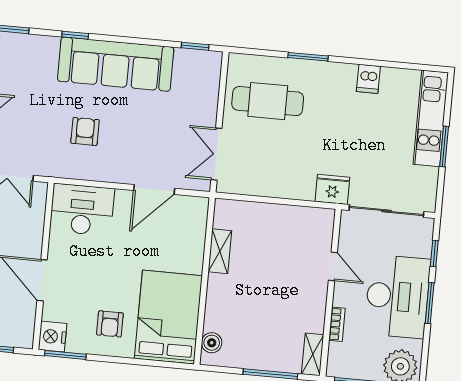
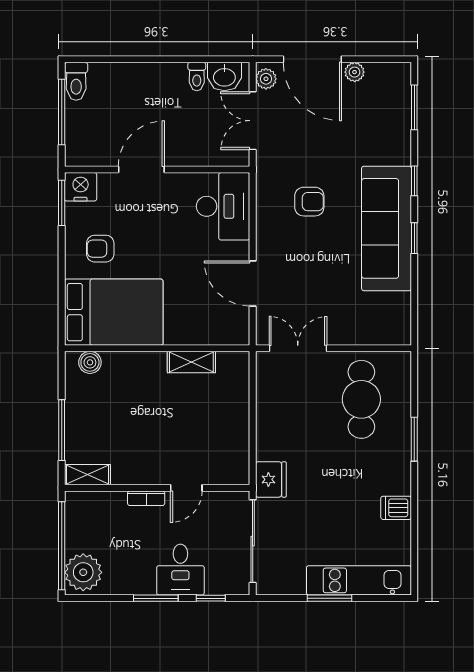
window: (195, 46) -> (414, 238), moved
desk: (397, 296) -> (180, 570), width x0.53, depth x0.77
bookcase: (337, 324) -> (146, 498), moved

